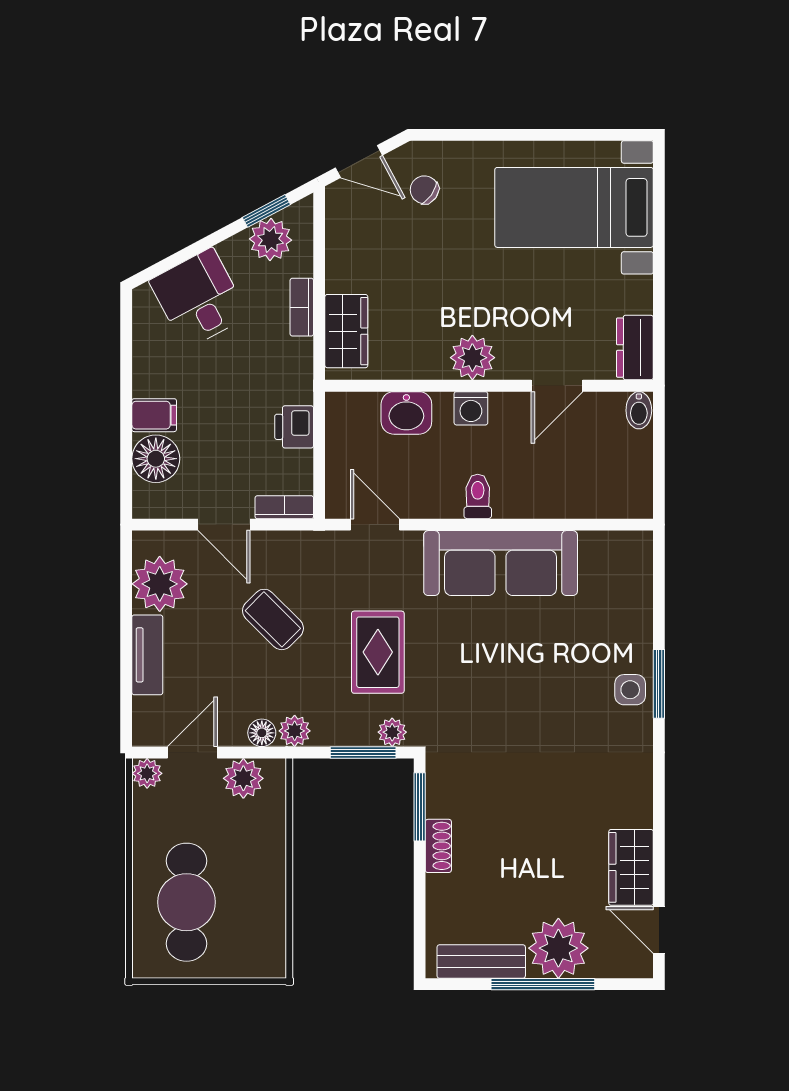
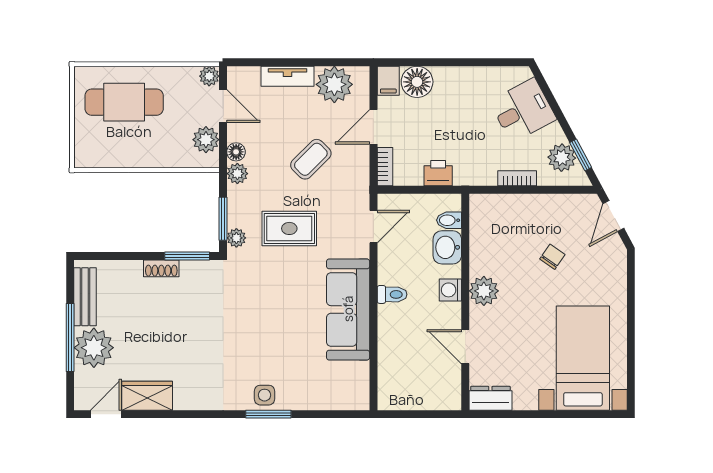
chair: (424, 190) -> (552, 257), moved
wardrobe: (346, 331) -> (501, 208), removed
bidet: (639, 410) -> (449, 220), moved
filing cabinet: (154, 415) -> (388, 81), moved

